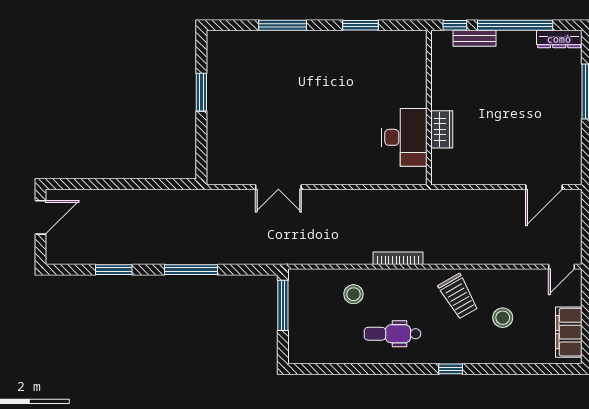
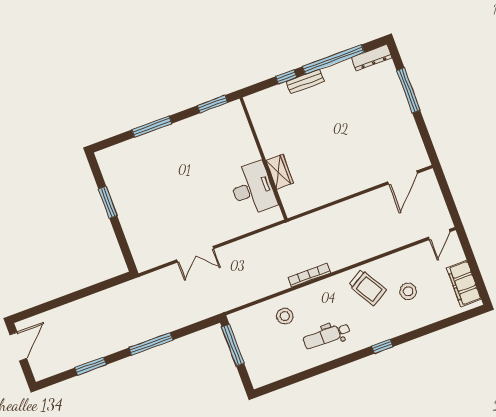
wall: (429, 108) -> (263, 158), moved
wardrobe: (442, 129) -> (280, 172), moved
desk: (404, 137) -> (253, 189), moved

